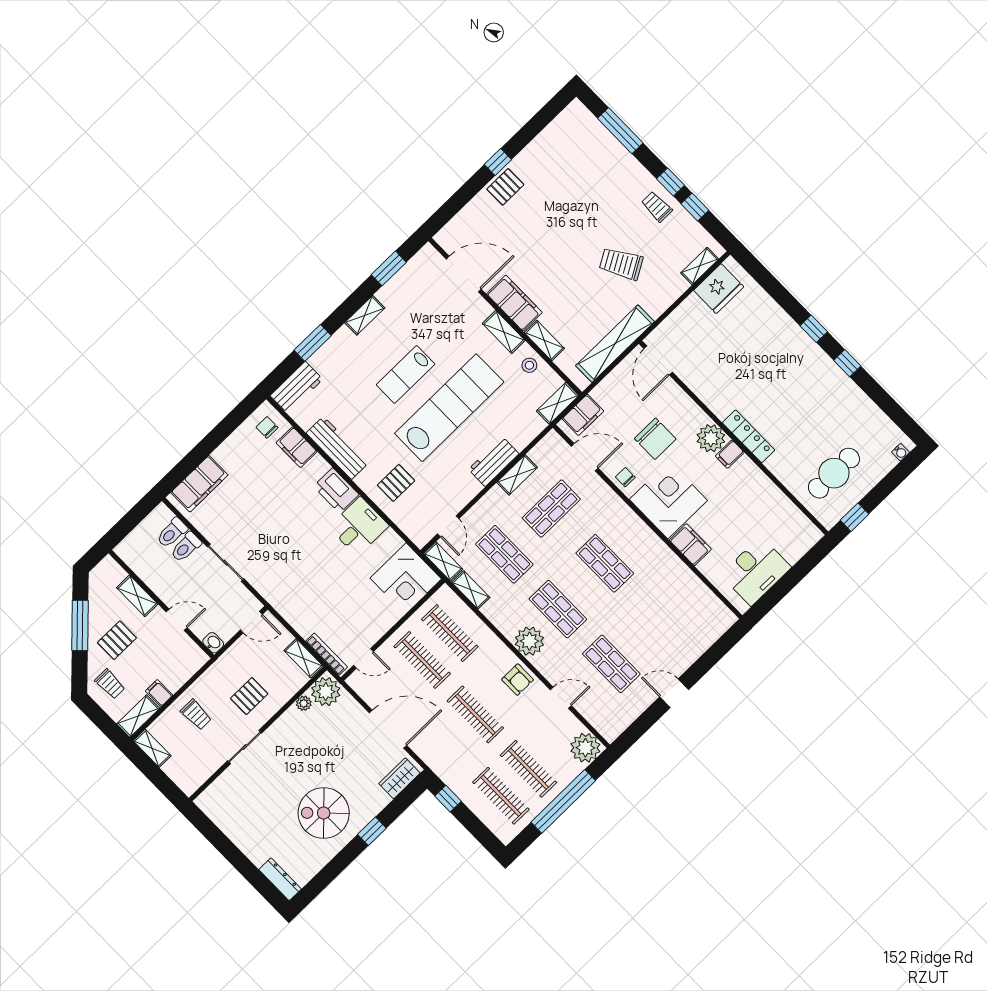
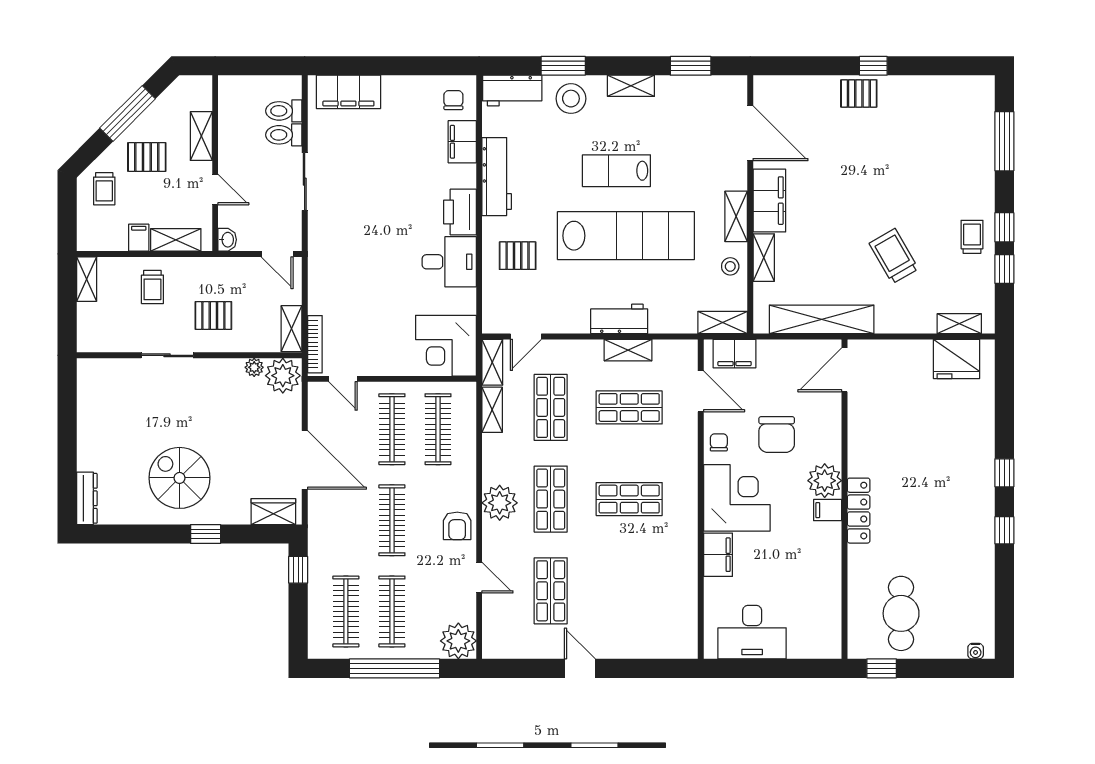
stool: (336, 358) -> (571, 99), added
cafe table: (834, 473) -> (901, 613), turned 90
shop shelf: (605, 563) -> (629, 499), turned 90
shelving: (138, 716) -> (176, 240), moved

